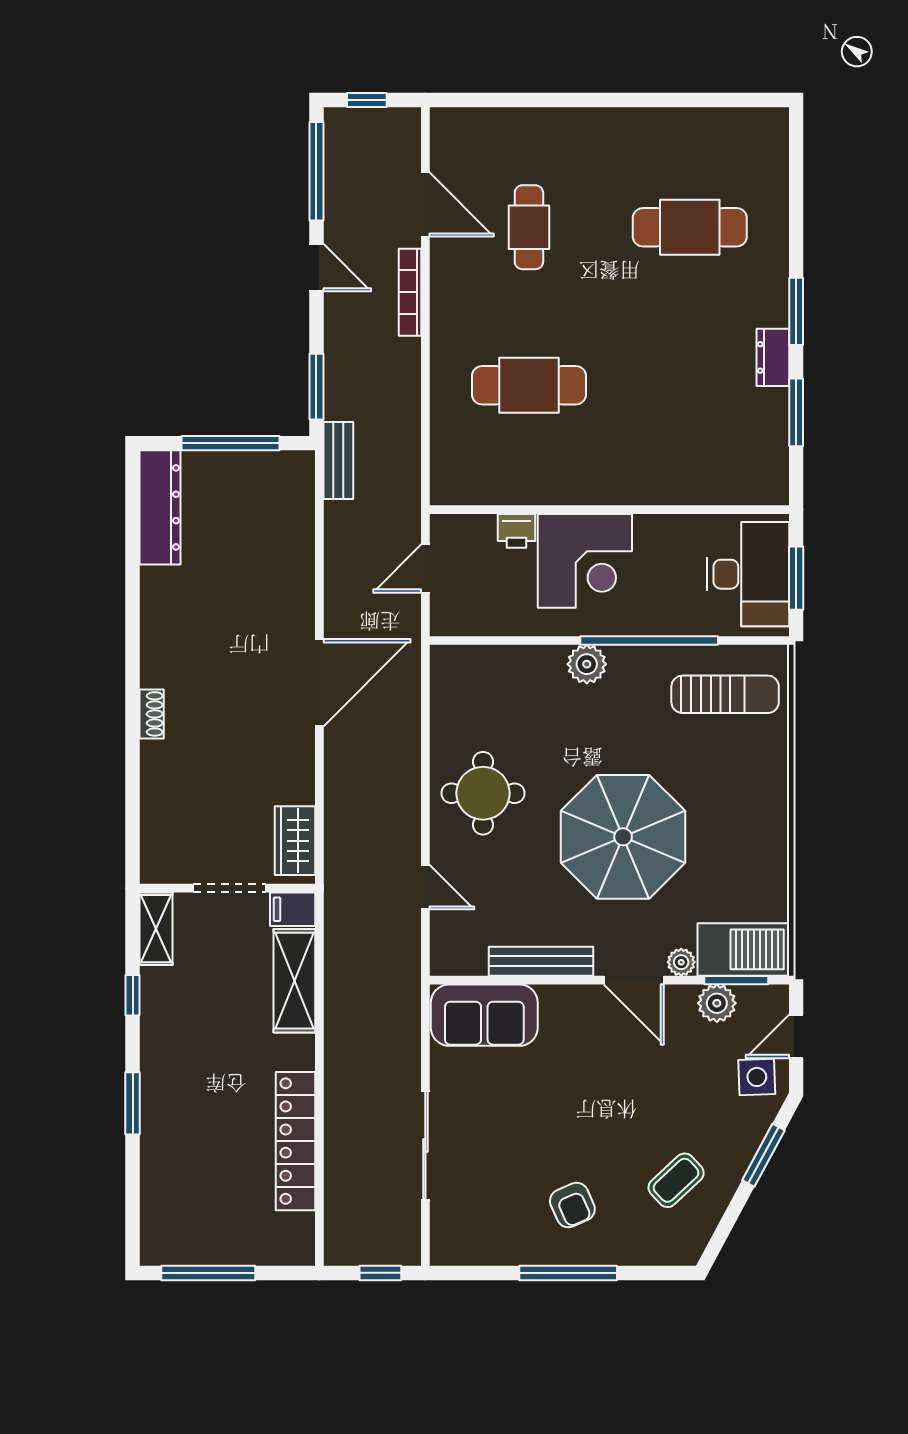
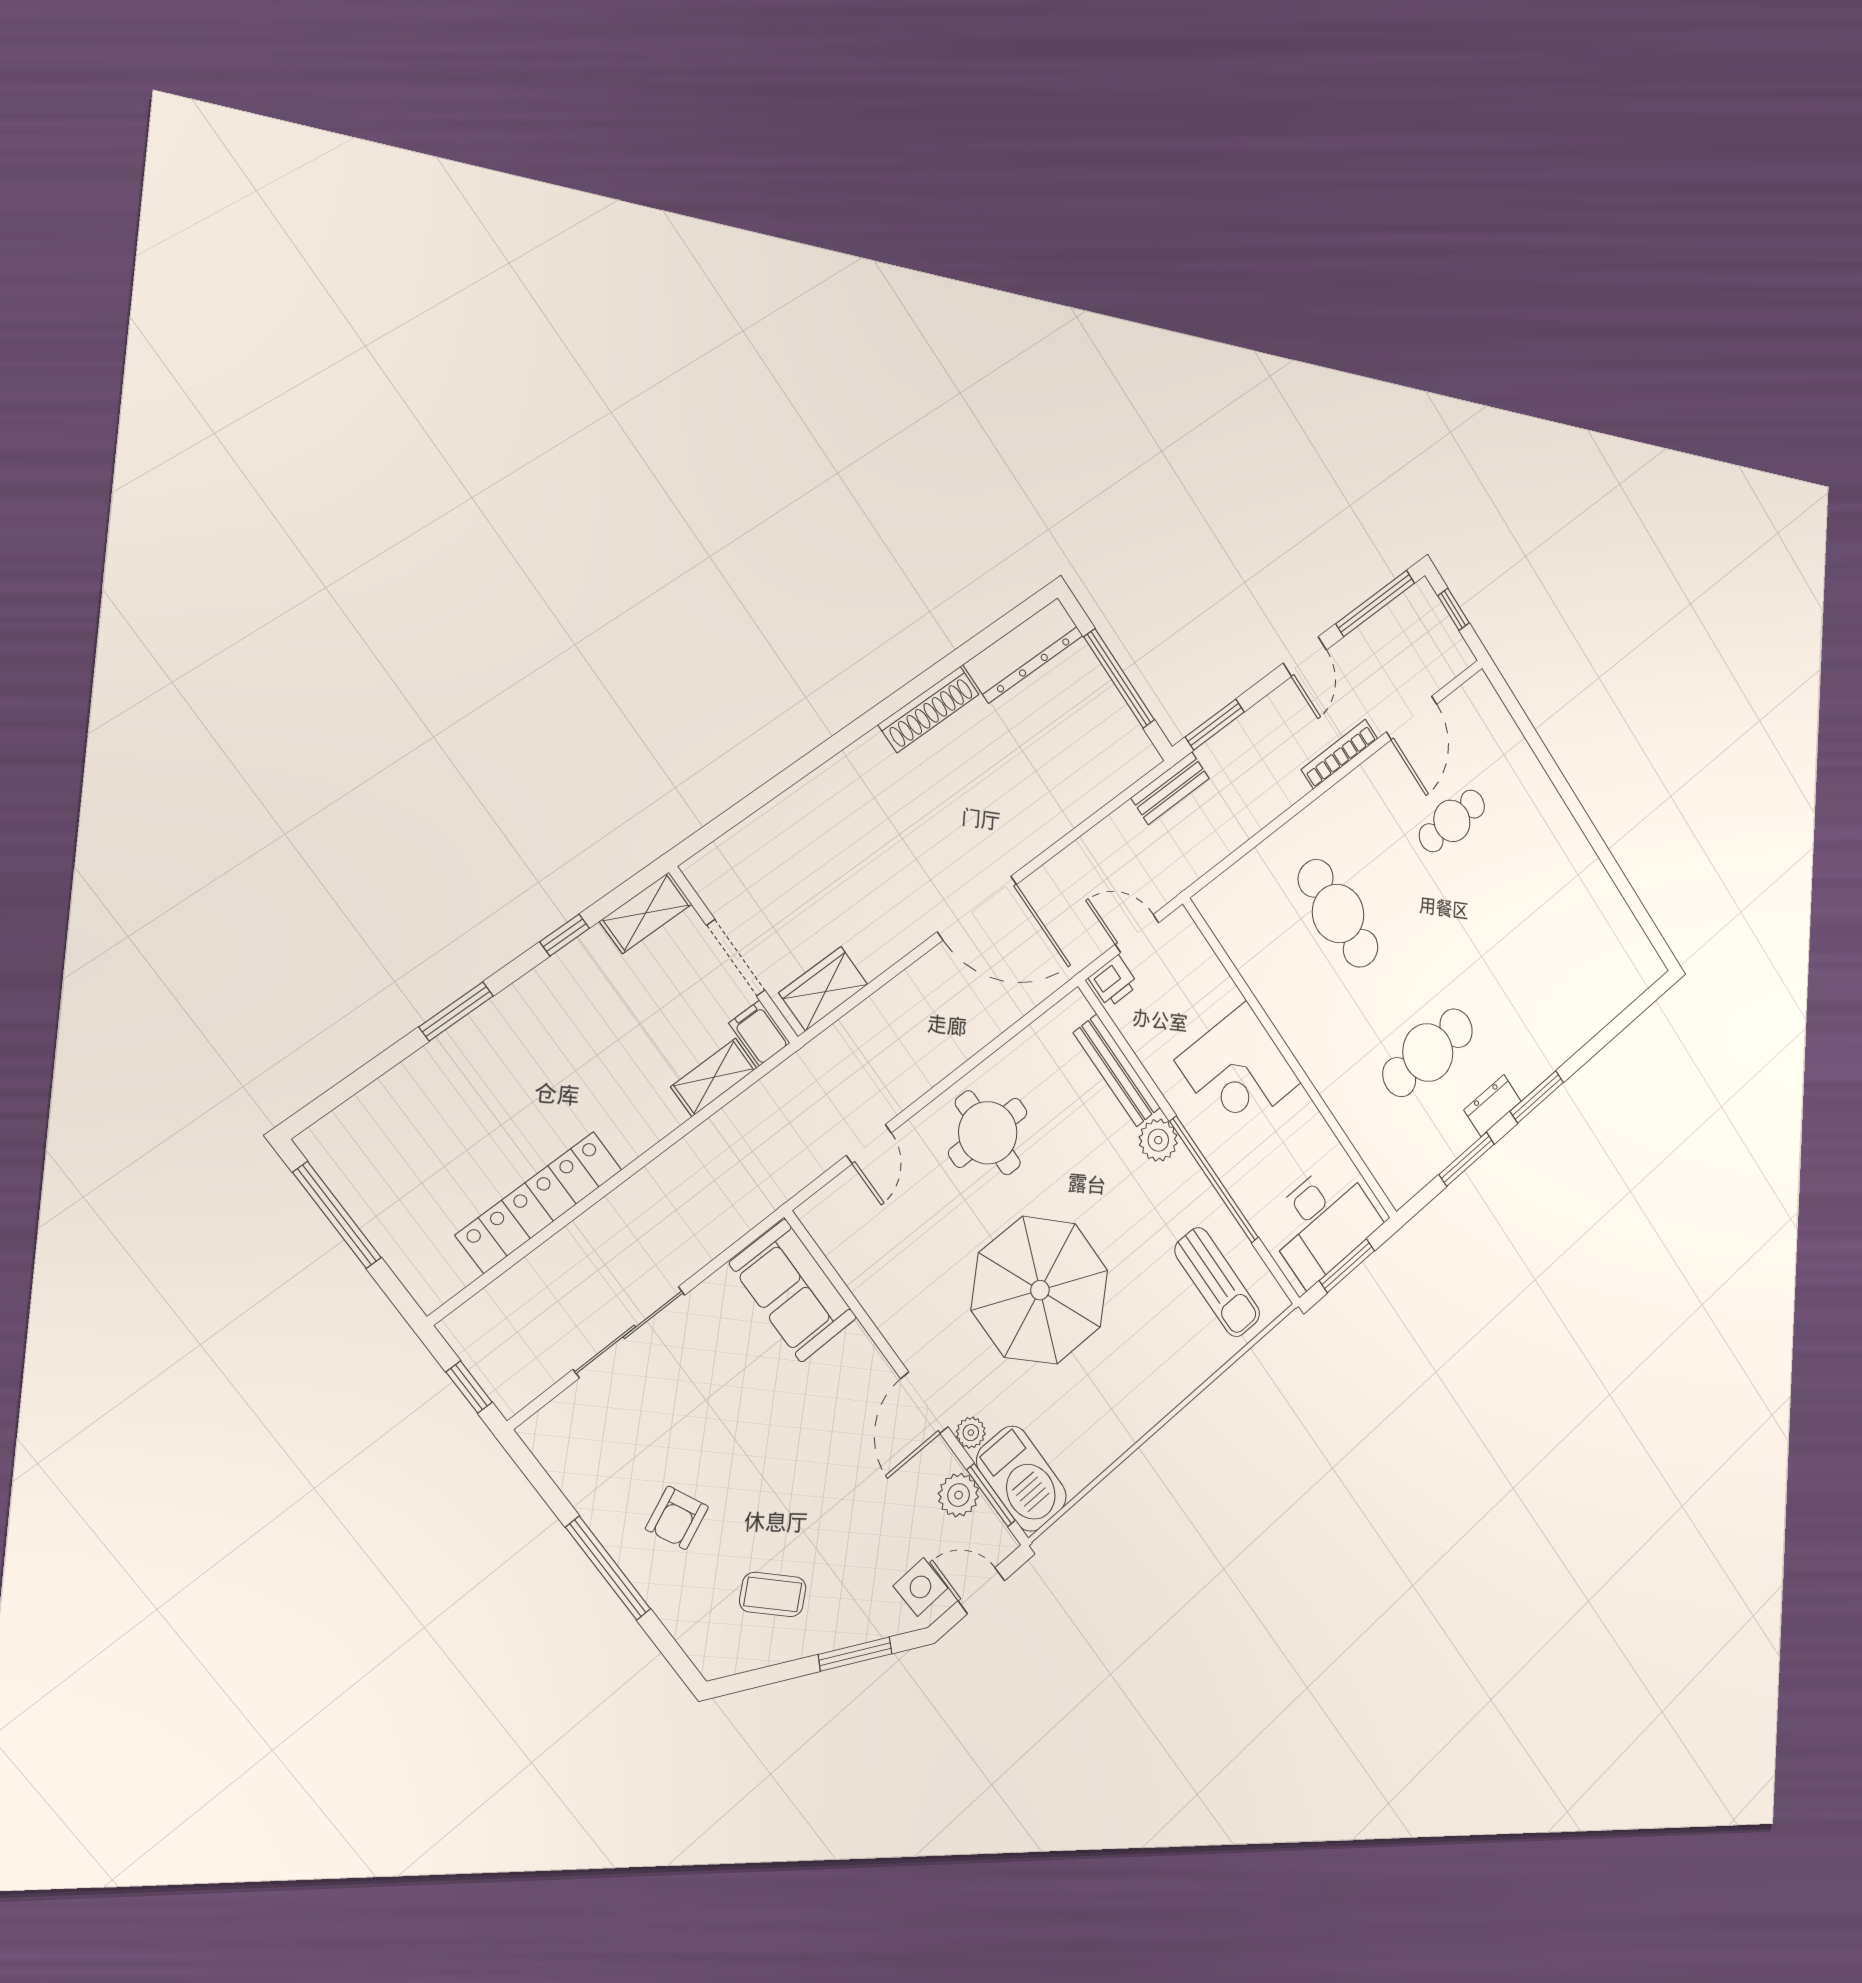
cafe table: (690, 227) -> (1428, 1052), moved, turned 90
printer: (516, 531) -> (1113, 982), moved, turned -90
shoe rack: (152, 714) -> (929, 709), moved, width x1.94, depth x1.24
bench: (541, 961) -> (1117, 1070), moved
shelving: (294, 981) -> (714, 1077), width x0.67, depth x0.75

